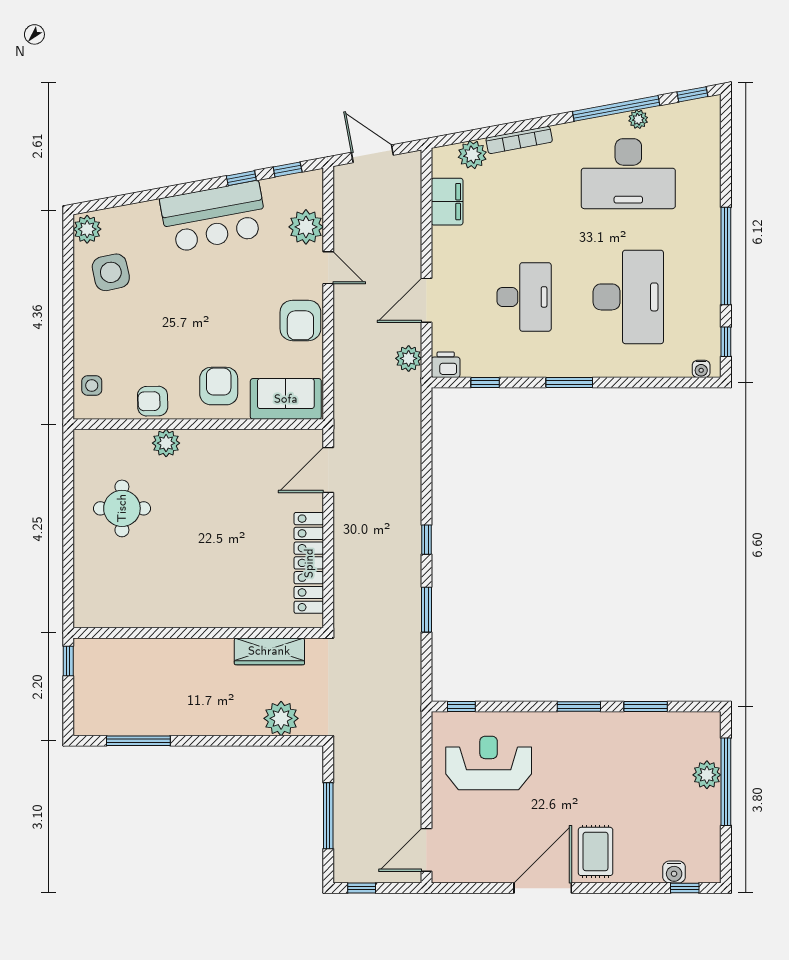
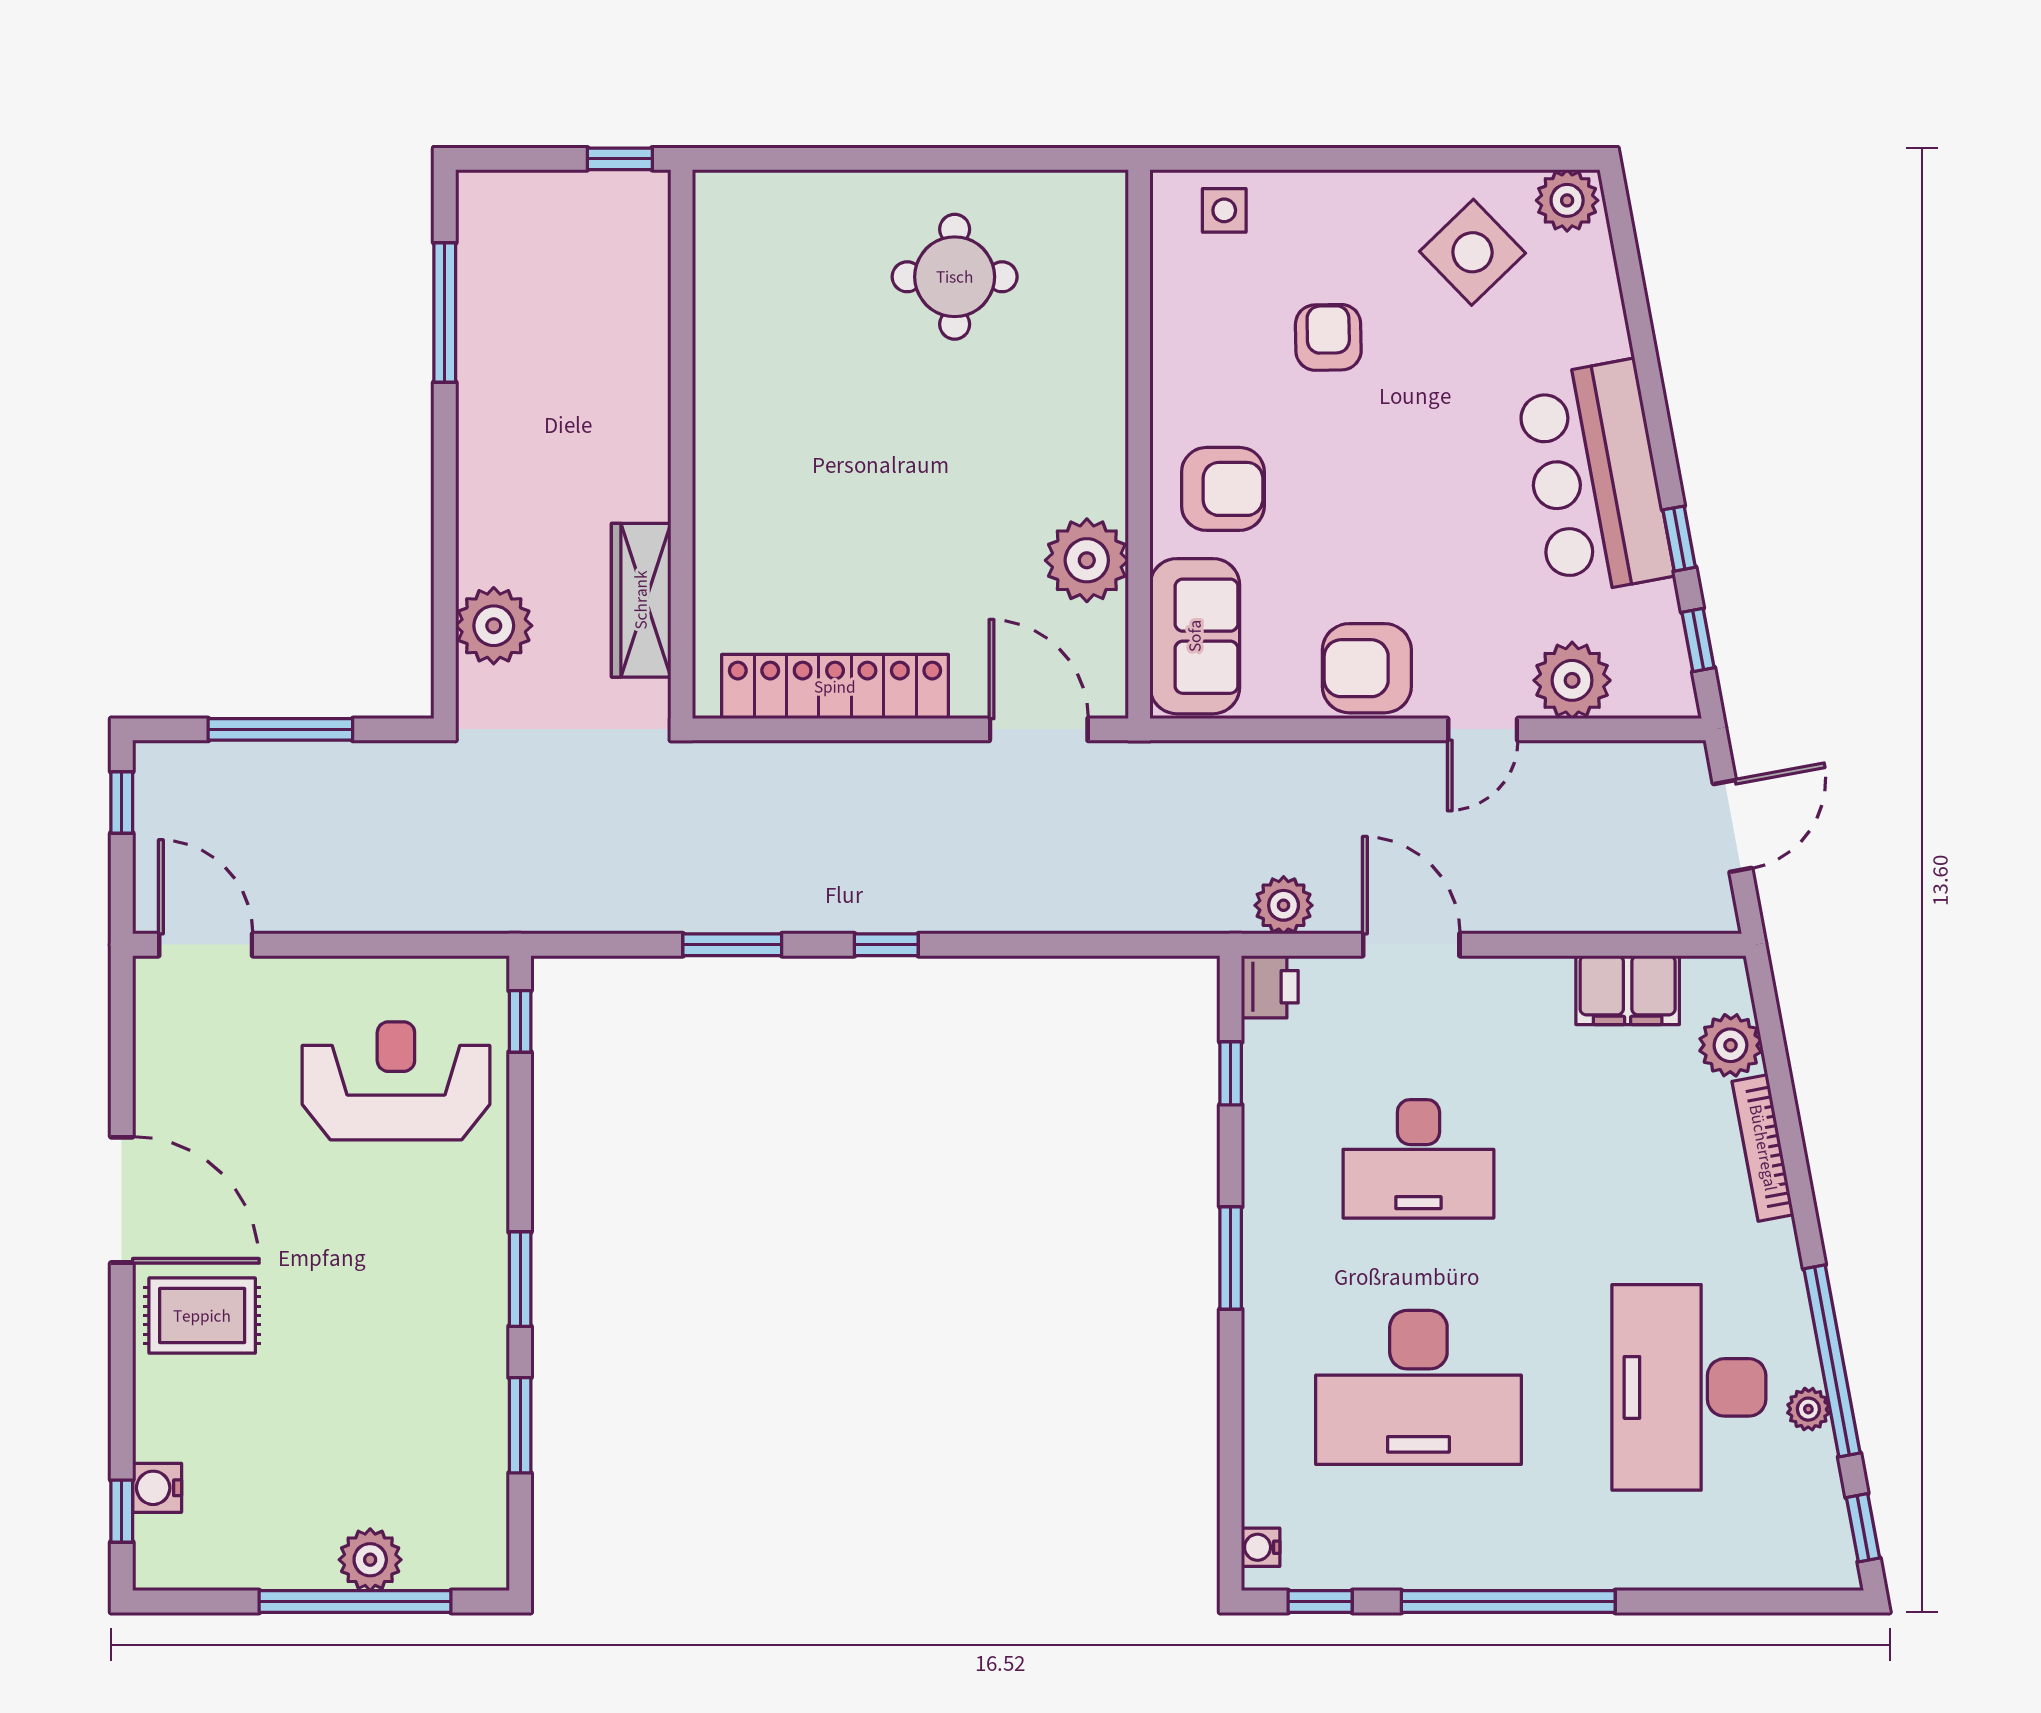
side table: (111, 272) -> (1472, 252), turned -32
armchair: (153, 401) -> (1328, 337), moved
plant: (166, 443) -> (1087, 560), moved, width x1.36, depth x1.36
reception desk: (489, 763) -> (396, 1081), turned -90

